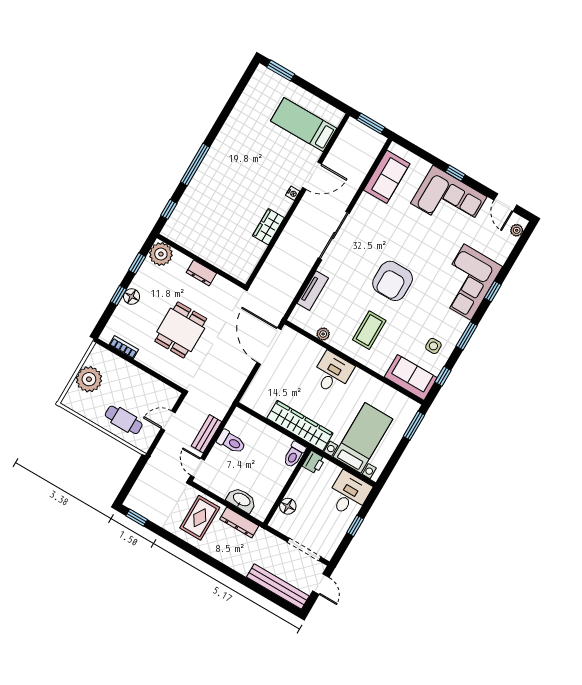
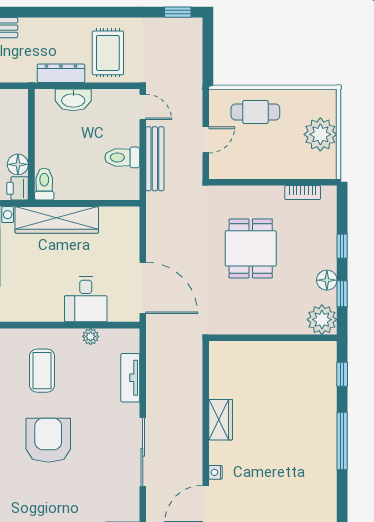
dresser: (201, 273) -> (265, 325), removed
floor lamp: (132, 297) -> (327, 280), moved
desk: (332, 373) -> (86, 299), moved
bench: (206, 434) -> (155, 159), width x1.36
floor lamp: (288, 506) -> (18, 164), moved

